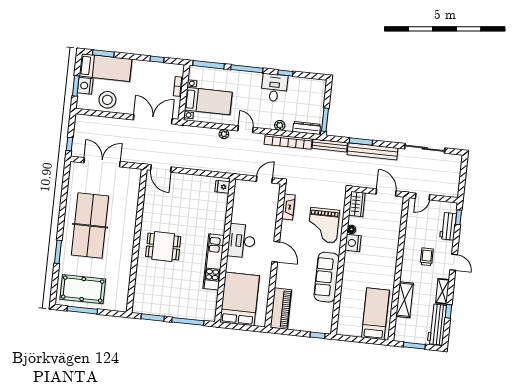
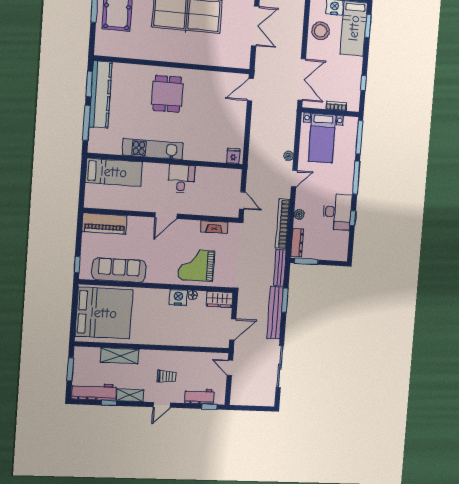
desk: (274, 88) -> (337, 212), width x1.37
desk: (242, 241) -> (181, 179), width x0.73
sofa: (327, 277) -> (119, 270), moved
bed: (240, 299) -> (114, 172), width x0.67
kitchen counter: (163, 308) -> (101, 95), added
bed: (375, 314) -> (104, 313), width x2.04

